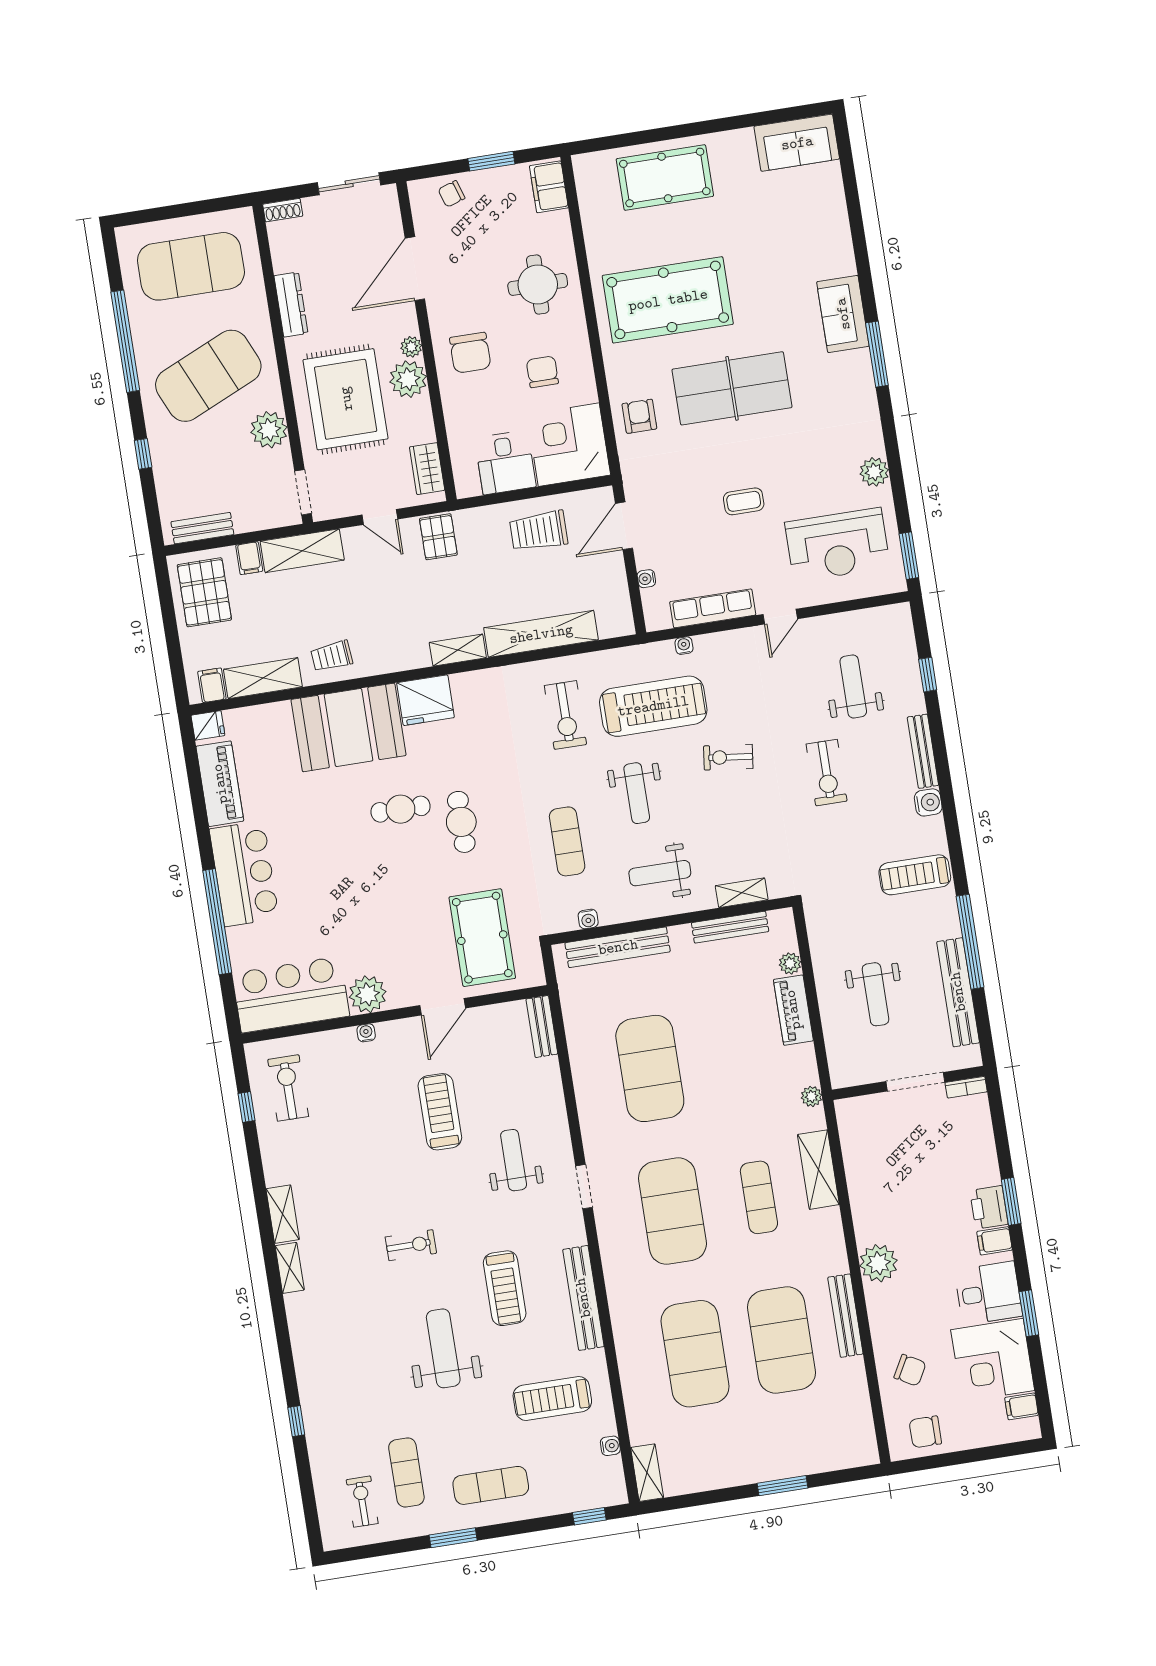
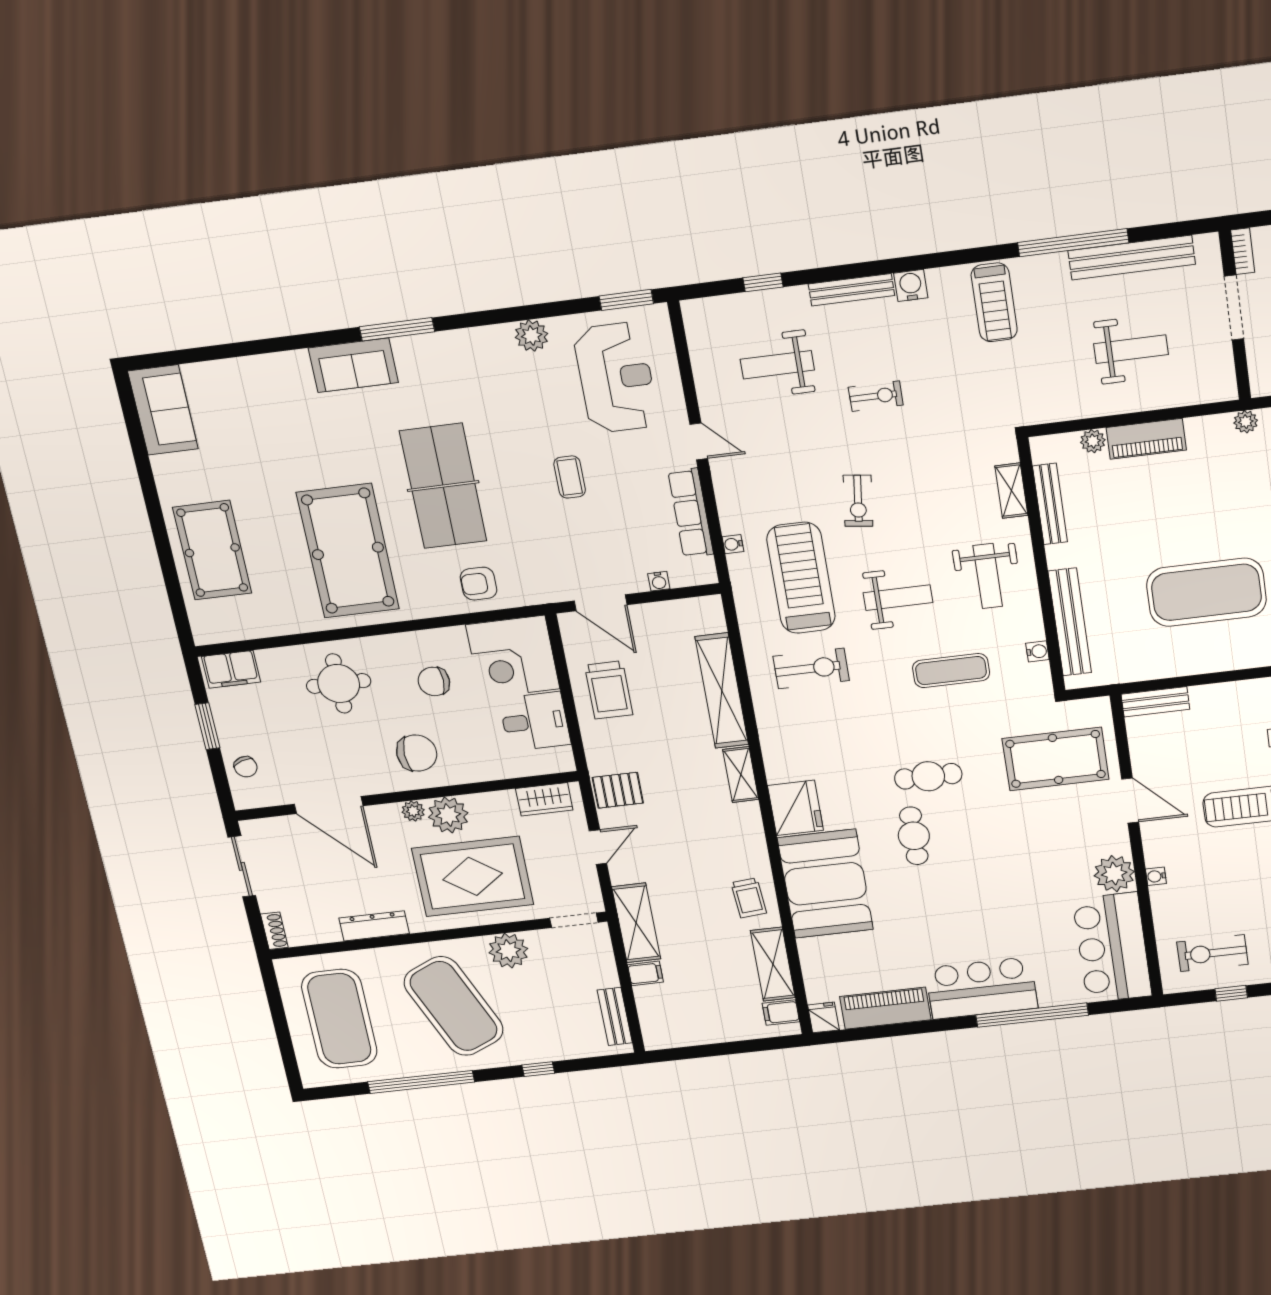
pallet: (204, 592) -> (683, 1017), removed
exercise bike: (827, 773) -> (876, 396), width x0.73, depth x0.72

